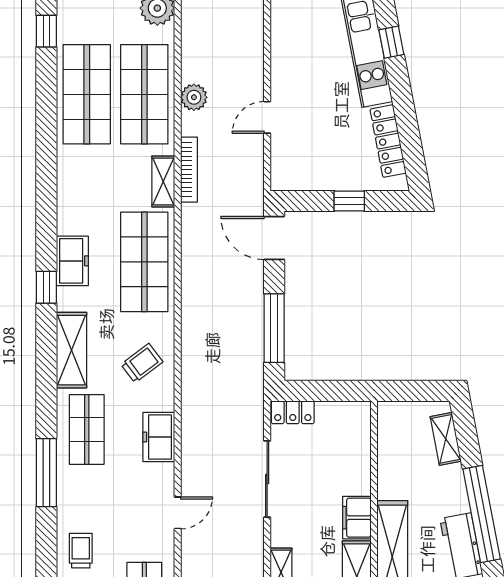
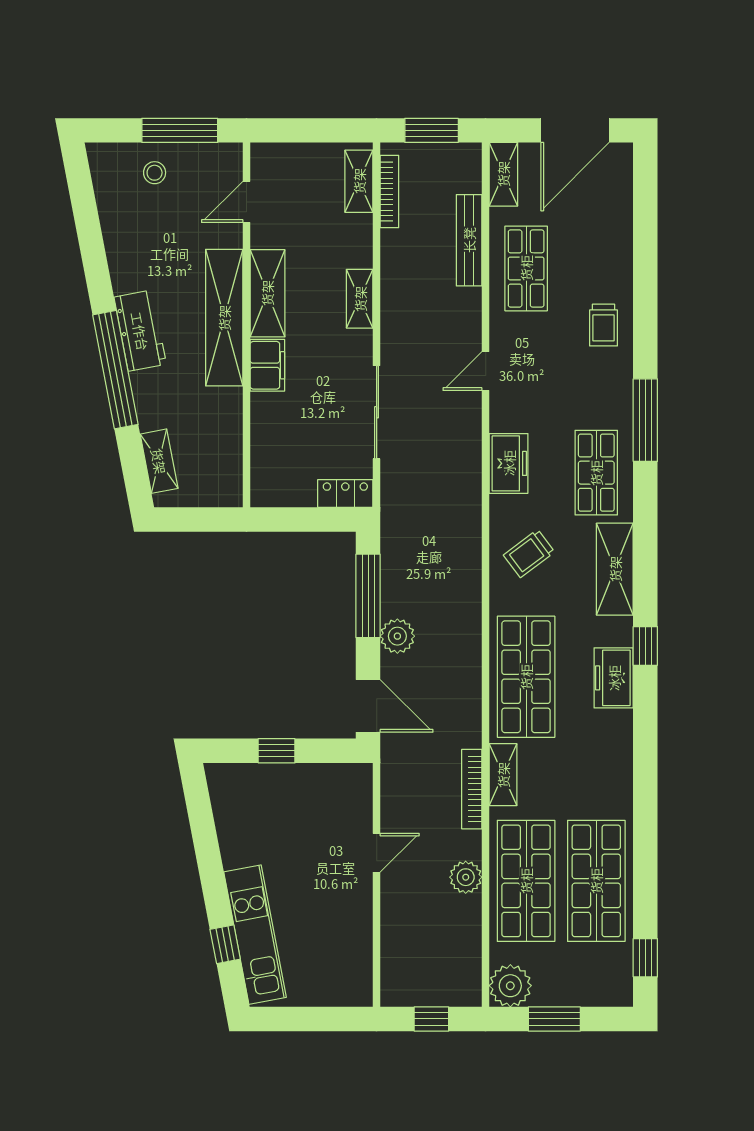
locker: (388, 141) -> (229, 824), removed
plant: (250, 295) -> (397, 636), added

